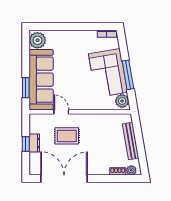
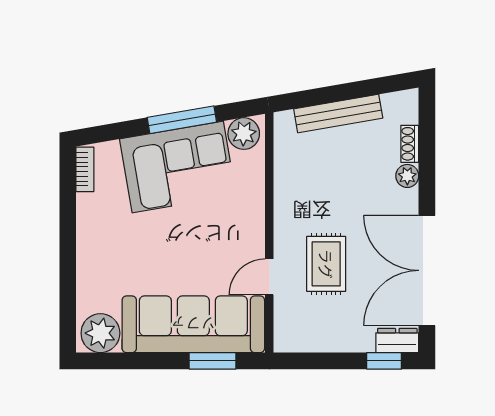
dresser: (34, 143) -> (397, 340), moved
window: (26, 144) -> (384, 361), moved
plant: (131, 170) -> (407, 176), moved

